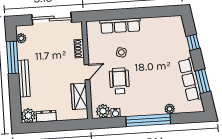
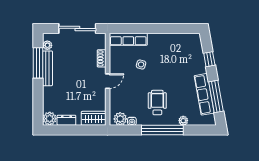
row of seats: (120, 26) -> (128, 39), moved
bench: (24, 78) -> (48, 68), moved
wheelchair: (119, 81) -> (157, 103), moved
window: (203, 81) -> (216, 97), width x1.44
wardrobe: (79, 96) -> (94, 118), moved, turned 90

